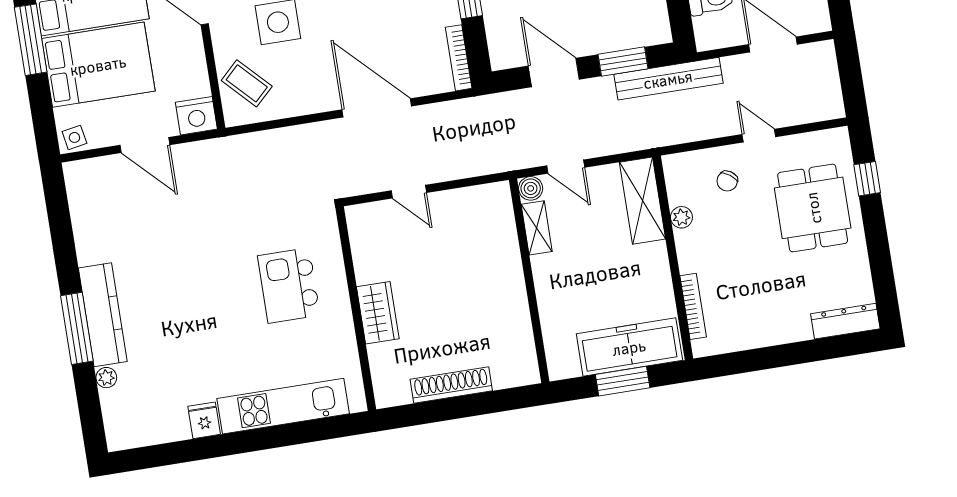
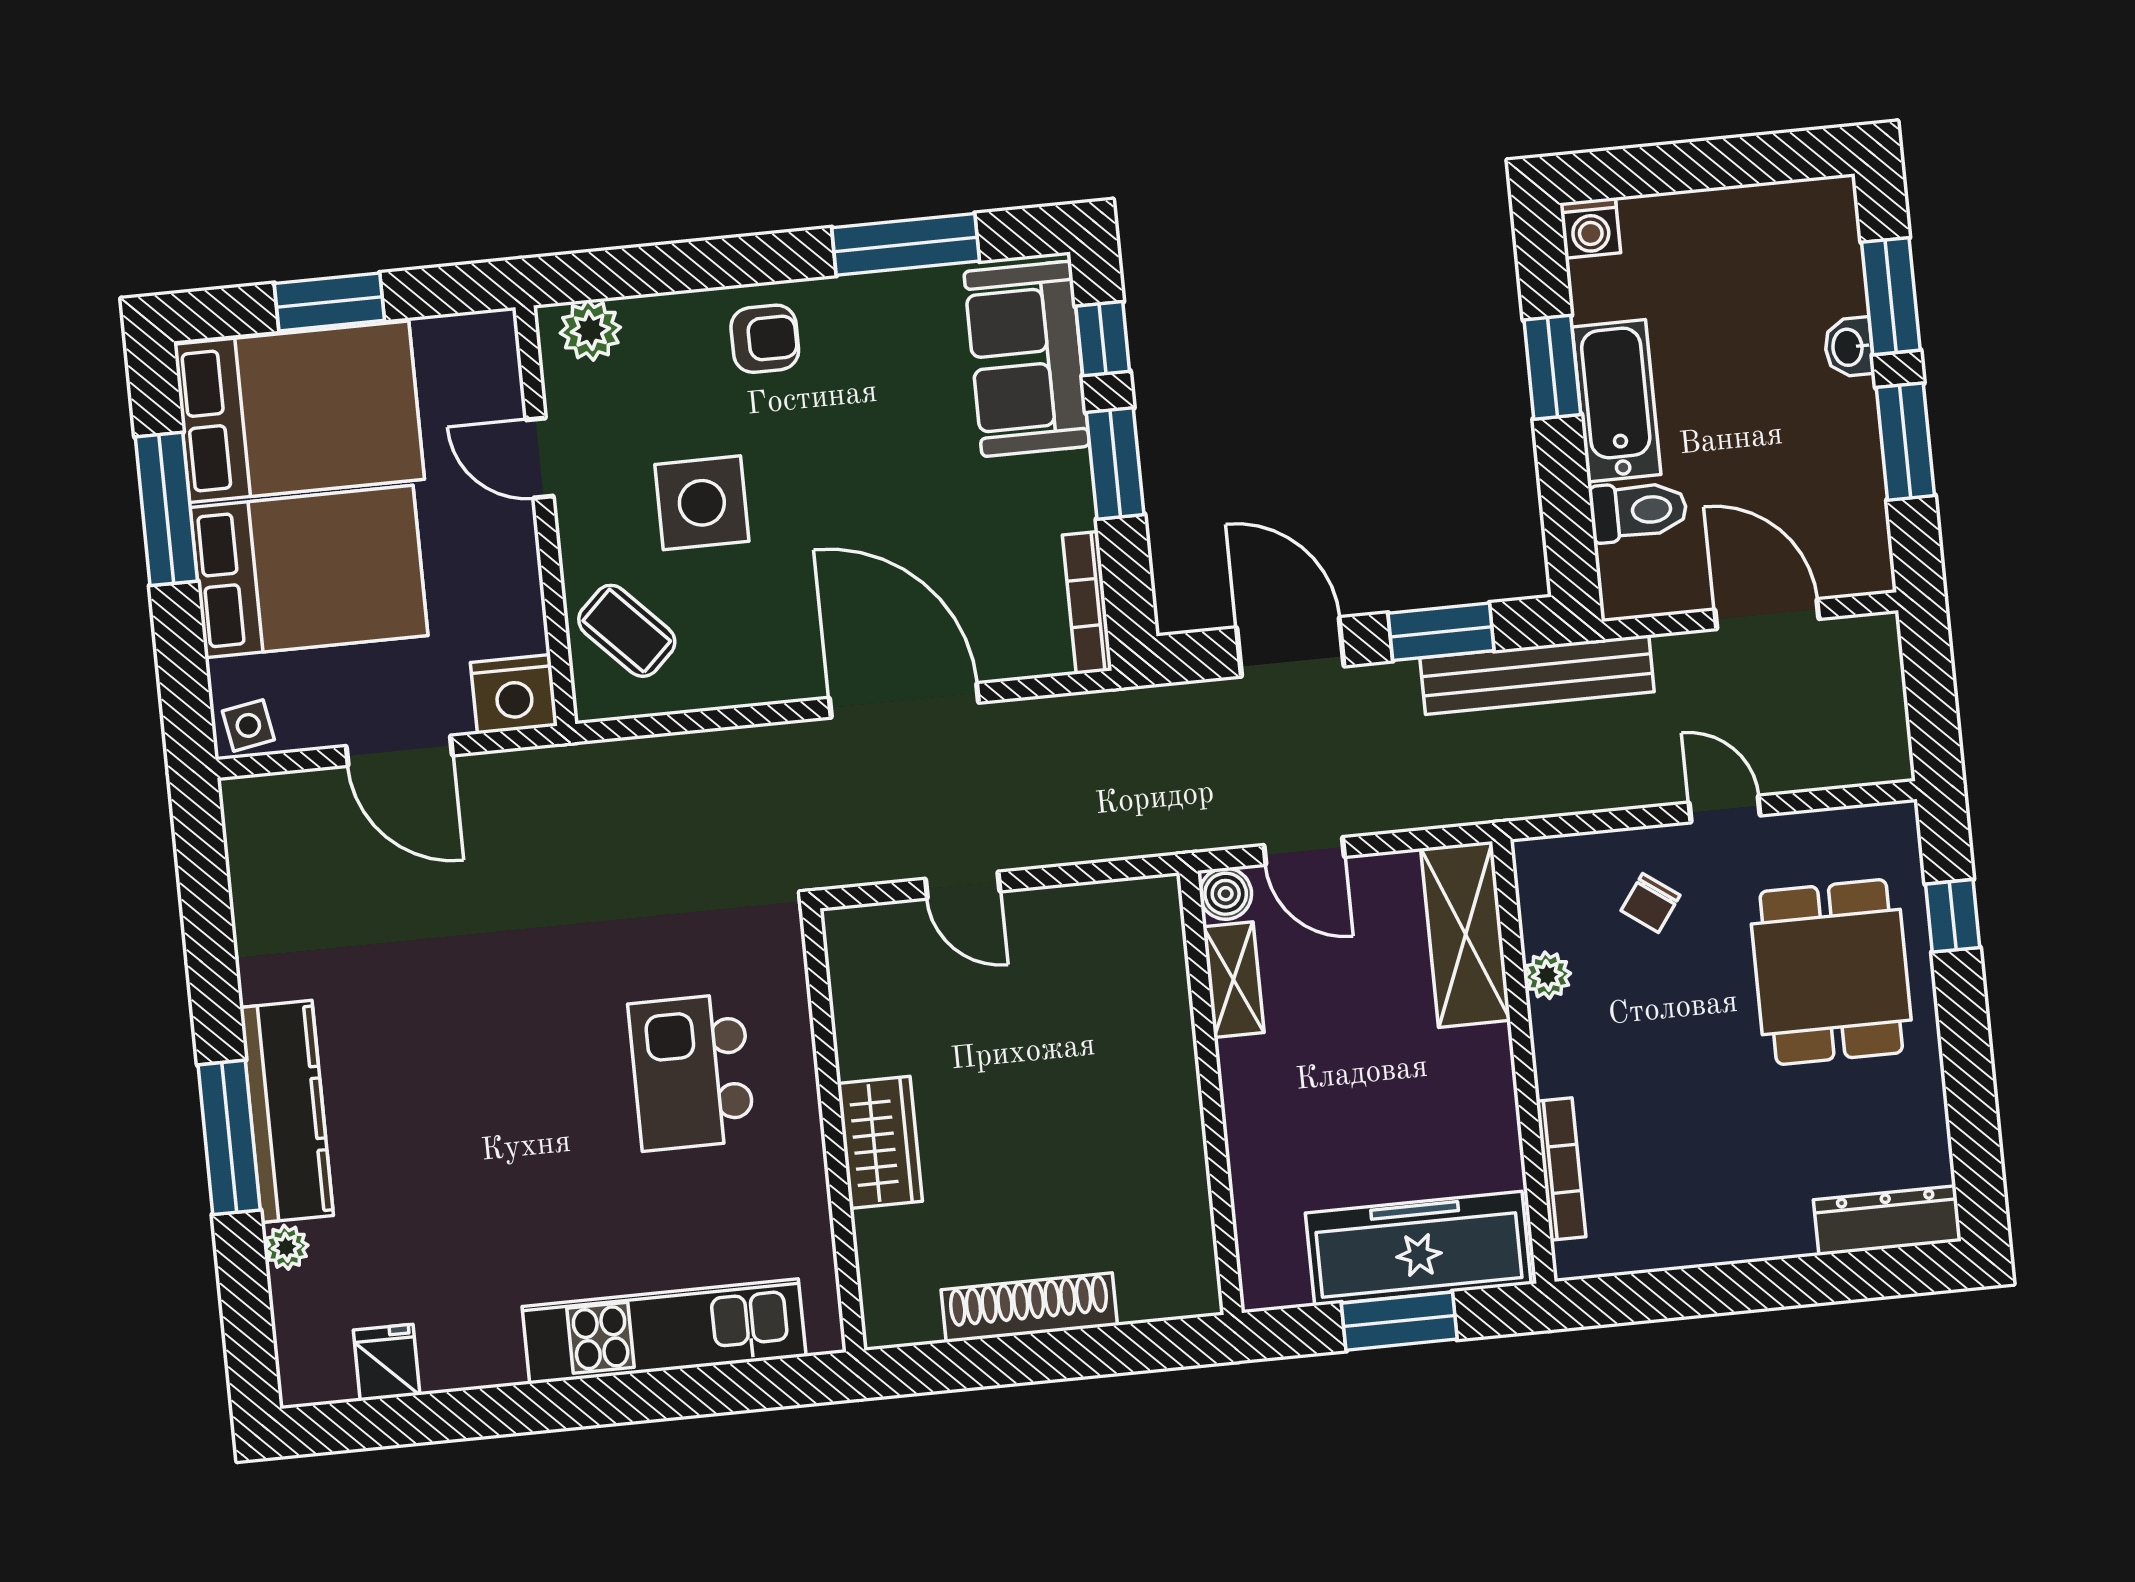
fridge: (204, 420) -> (387, 1363), moved

